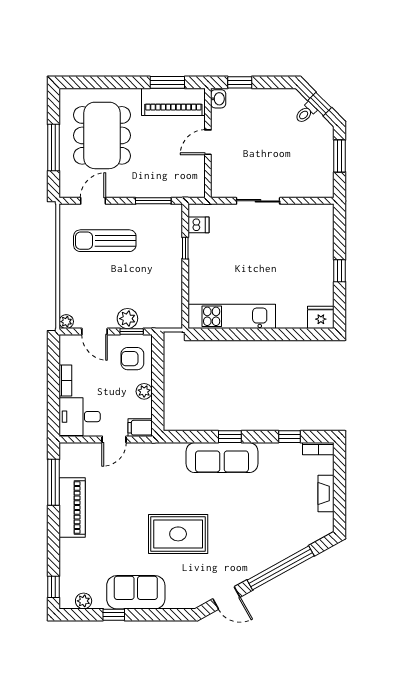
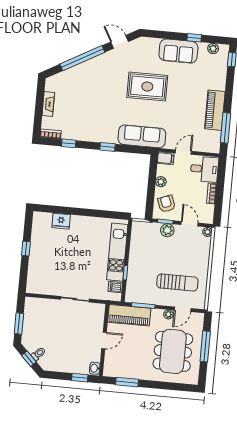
piano: (173, 102) -> (129, 315), moved, turned 180
plant: (114, 191) -> (168, 314), added
kitchen unit: (232, 316) -> (117, 252), moved, turned 90
fridge: (321, 317) -> (61, 221), moved
armchair: (132, 359) -> (166, 204), turned -111
sofa: (222, 458) -> (142, 136), moved

